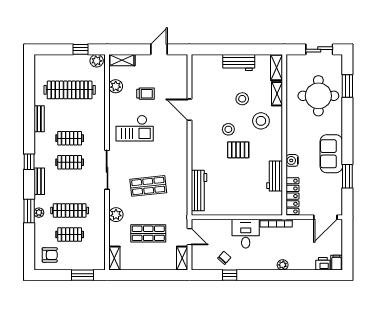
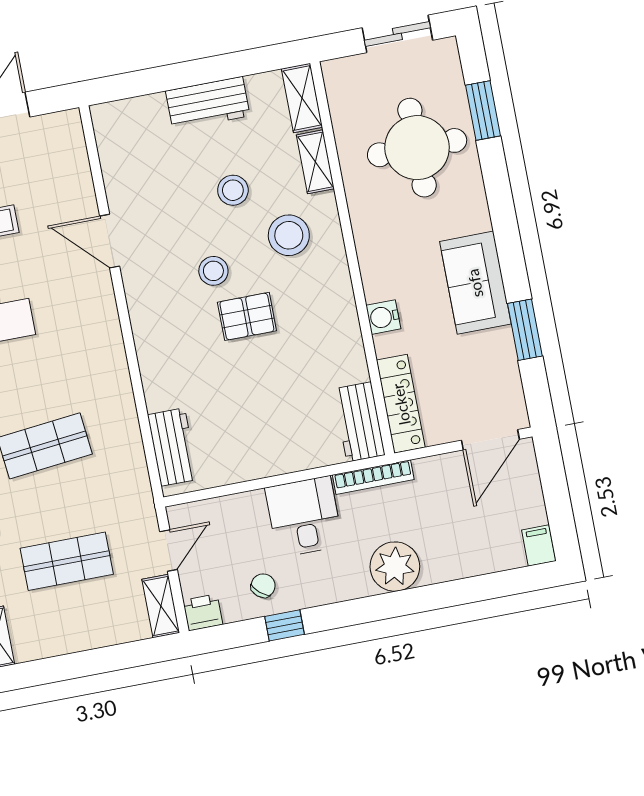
workbench: (275, 176) -> (359, 422), moved
workbench: (199, 190) -> (173, 447), width x0.73
door: (189, 237) -> (169, 550), hinge flipped
printer: (323, 264) -> (203, 612), moved
plant: (283, 265) -> (395, 567), width x1.88, depth x1.88

